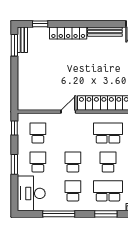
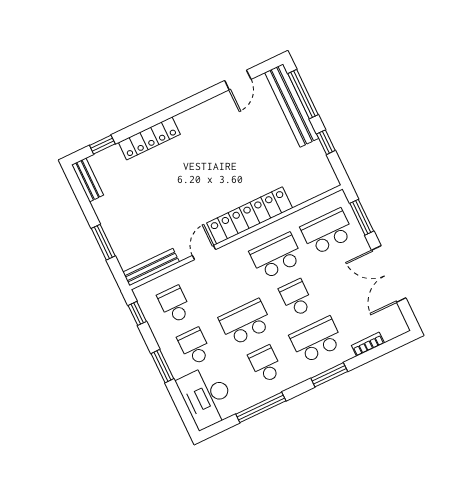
bench: (105, 32) -> (151, 267), moved
window: (14, 45) -> (103, 242), moved
school desk: (73, 162) -> (245, 322), width x1.85

